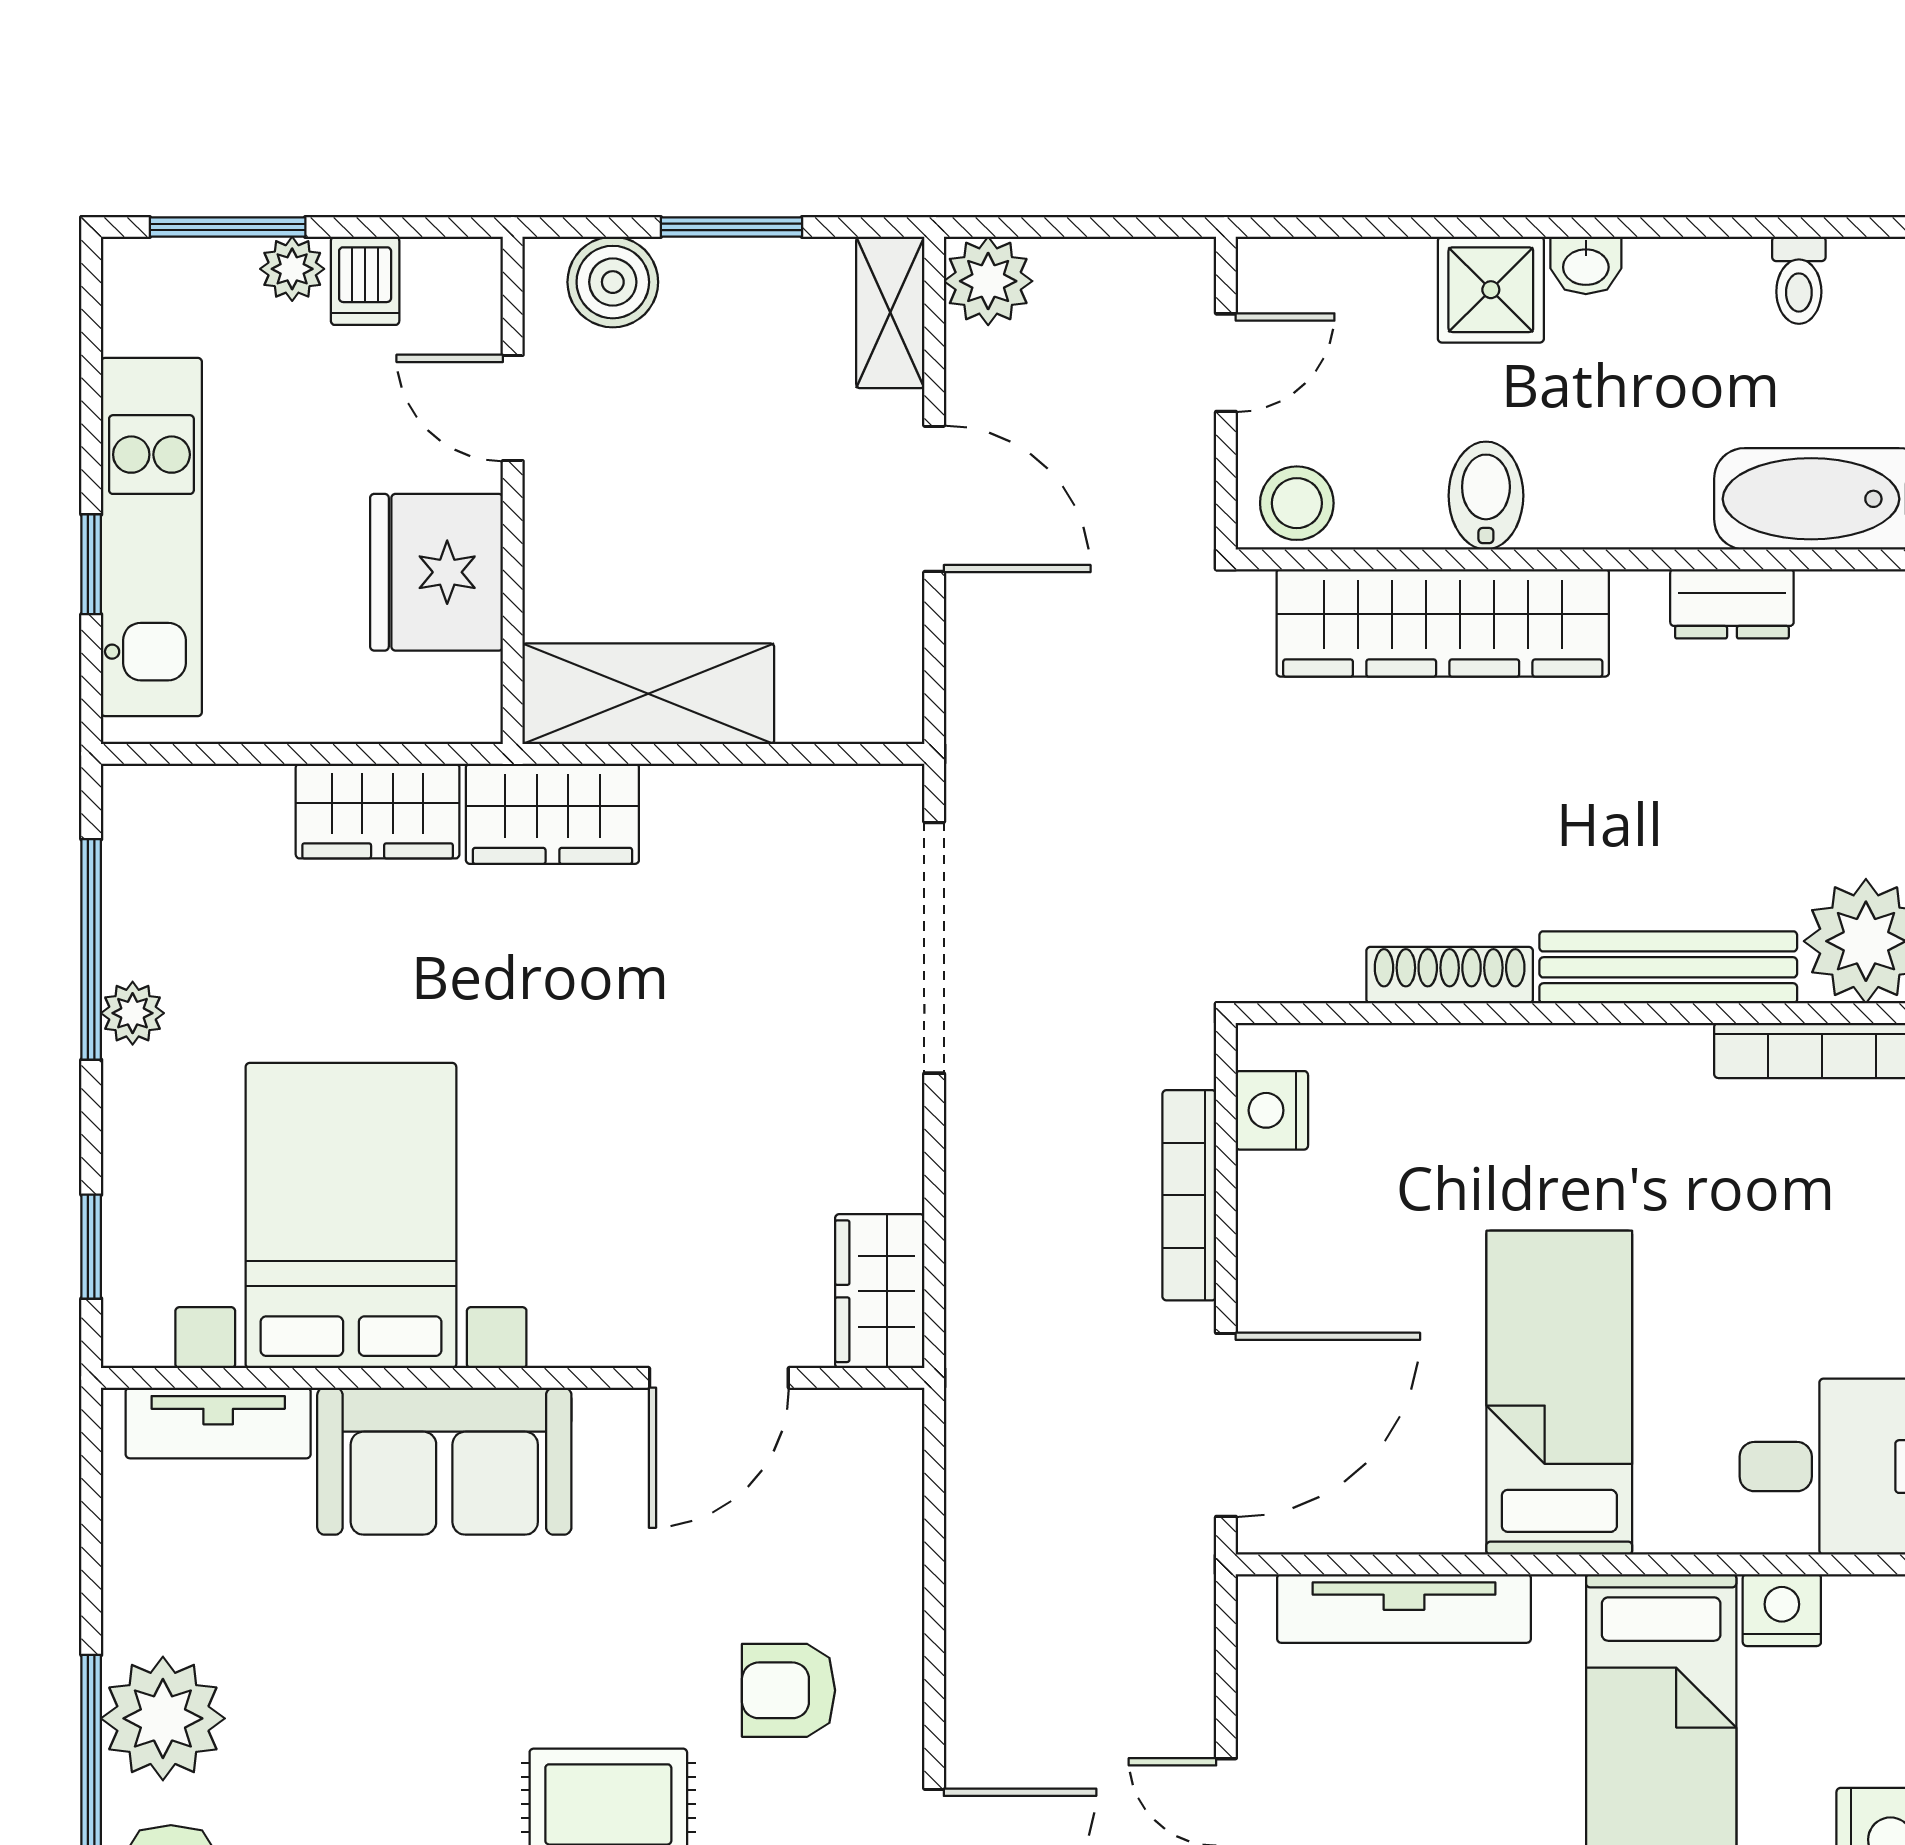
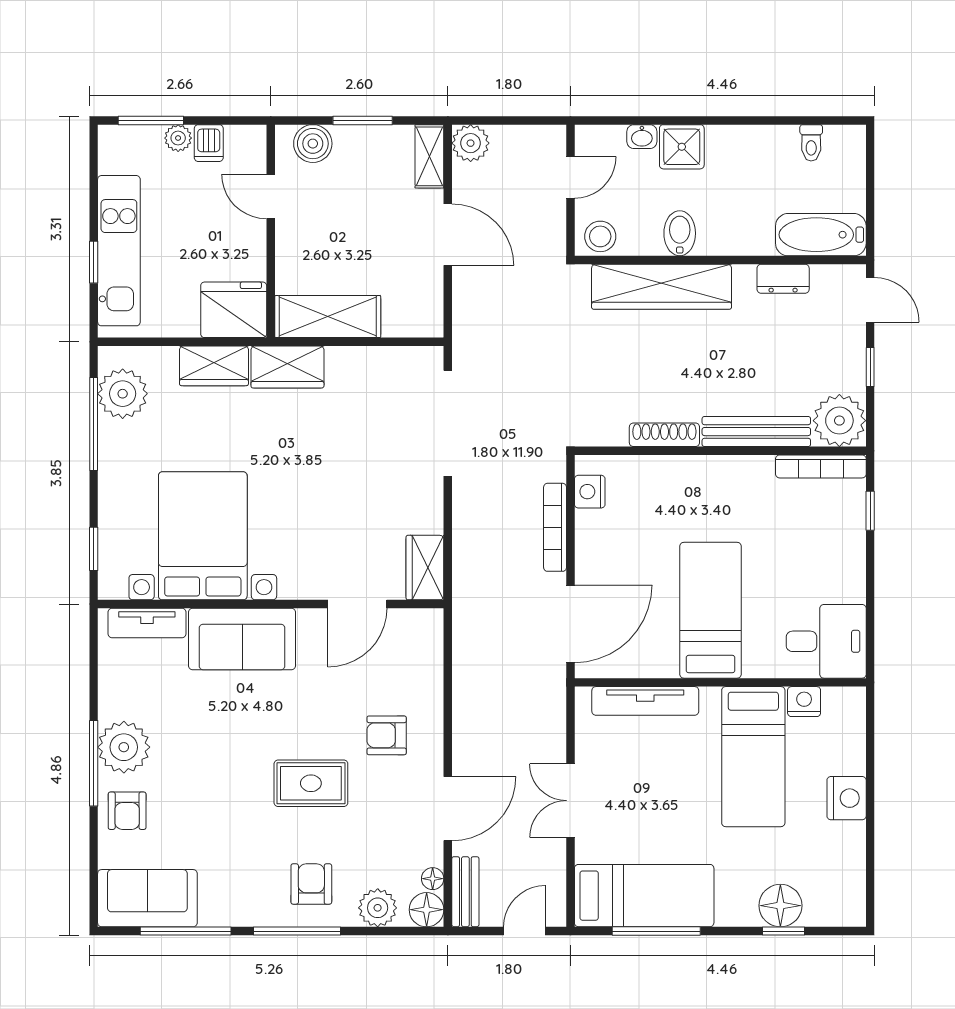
washbasin: (1586, 265) -> (642, 137), moved
fridge: (437, 572) -> (234, 310), moved, turned 90
plant: (133, 1013) -> (123, 394), moved, width x1.87, depth x1.87

